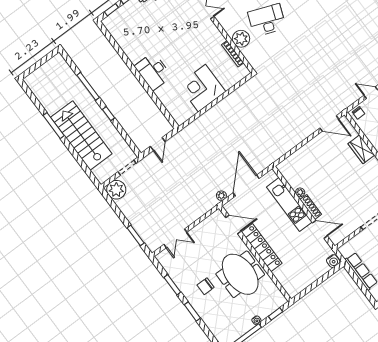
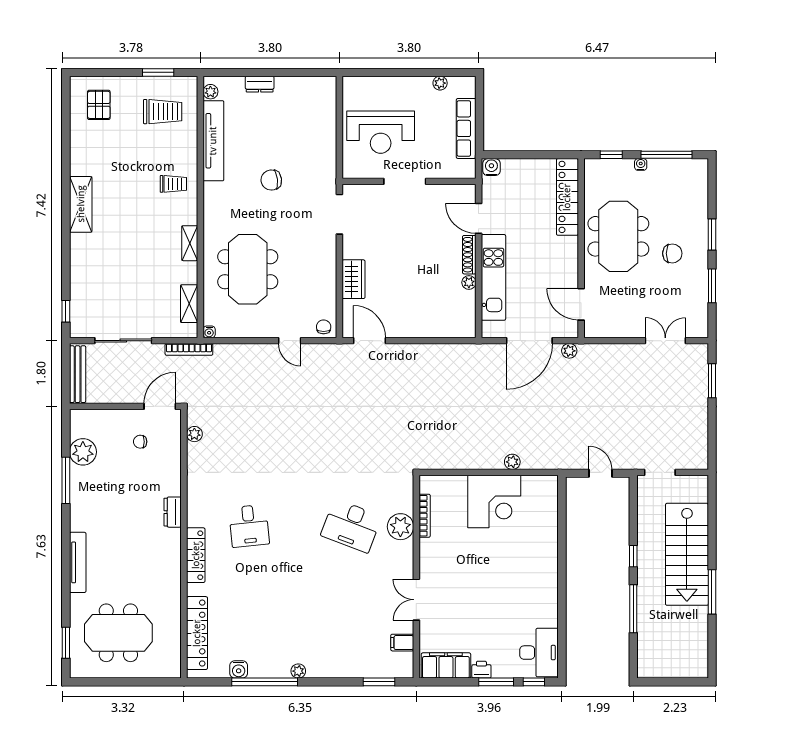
desk: (153, 71) -> (539, 653), moved
door: (158, 144) -> (600, 473), hinge flipped
plant: (116, 190) -> (512, 462), moved, width x0.53, depth x0.53
locker: (262, 248) -> (567, 197), moved

